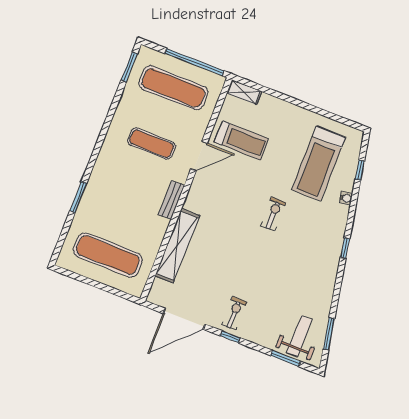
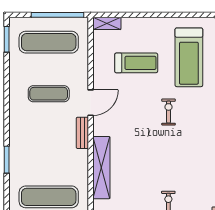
treadmill: (241, 140) -> (136, 63), moved
door: (199, 156) -> (91, 103), moved

